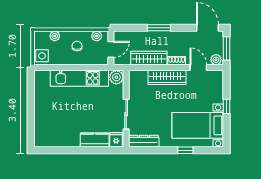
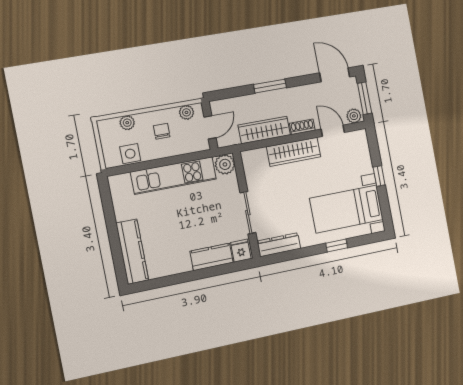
side table: (42, 56) -> (130, 154), moved
kitchen counter: (41, 125) -> (132, 252), added

